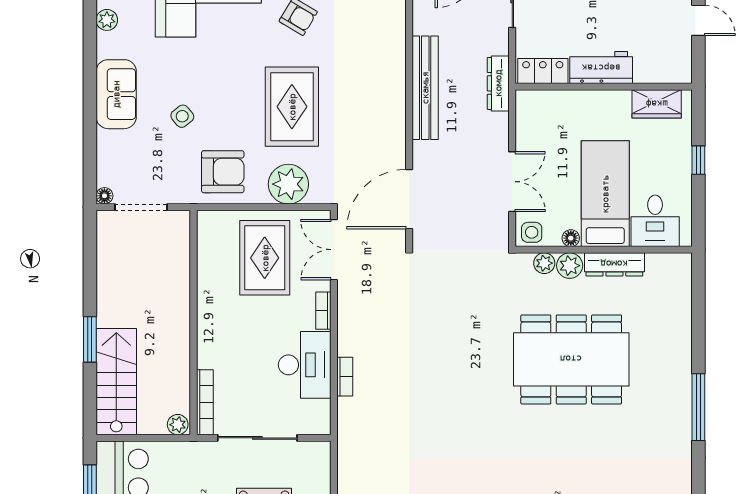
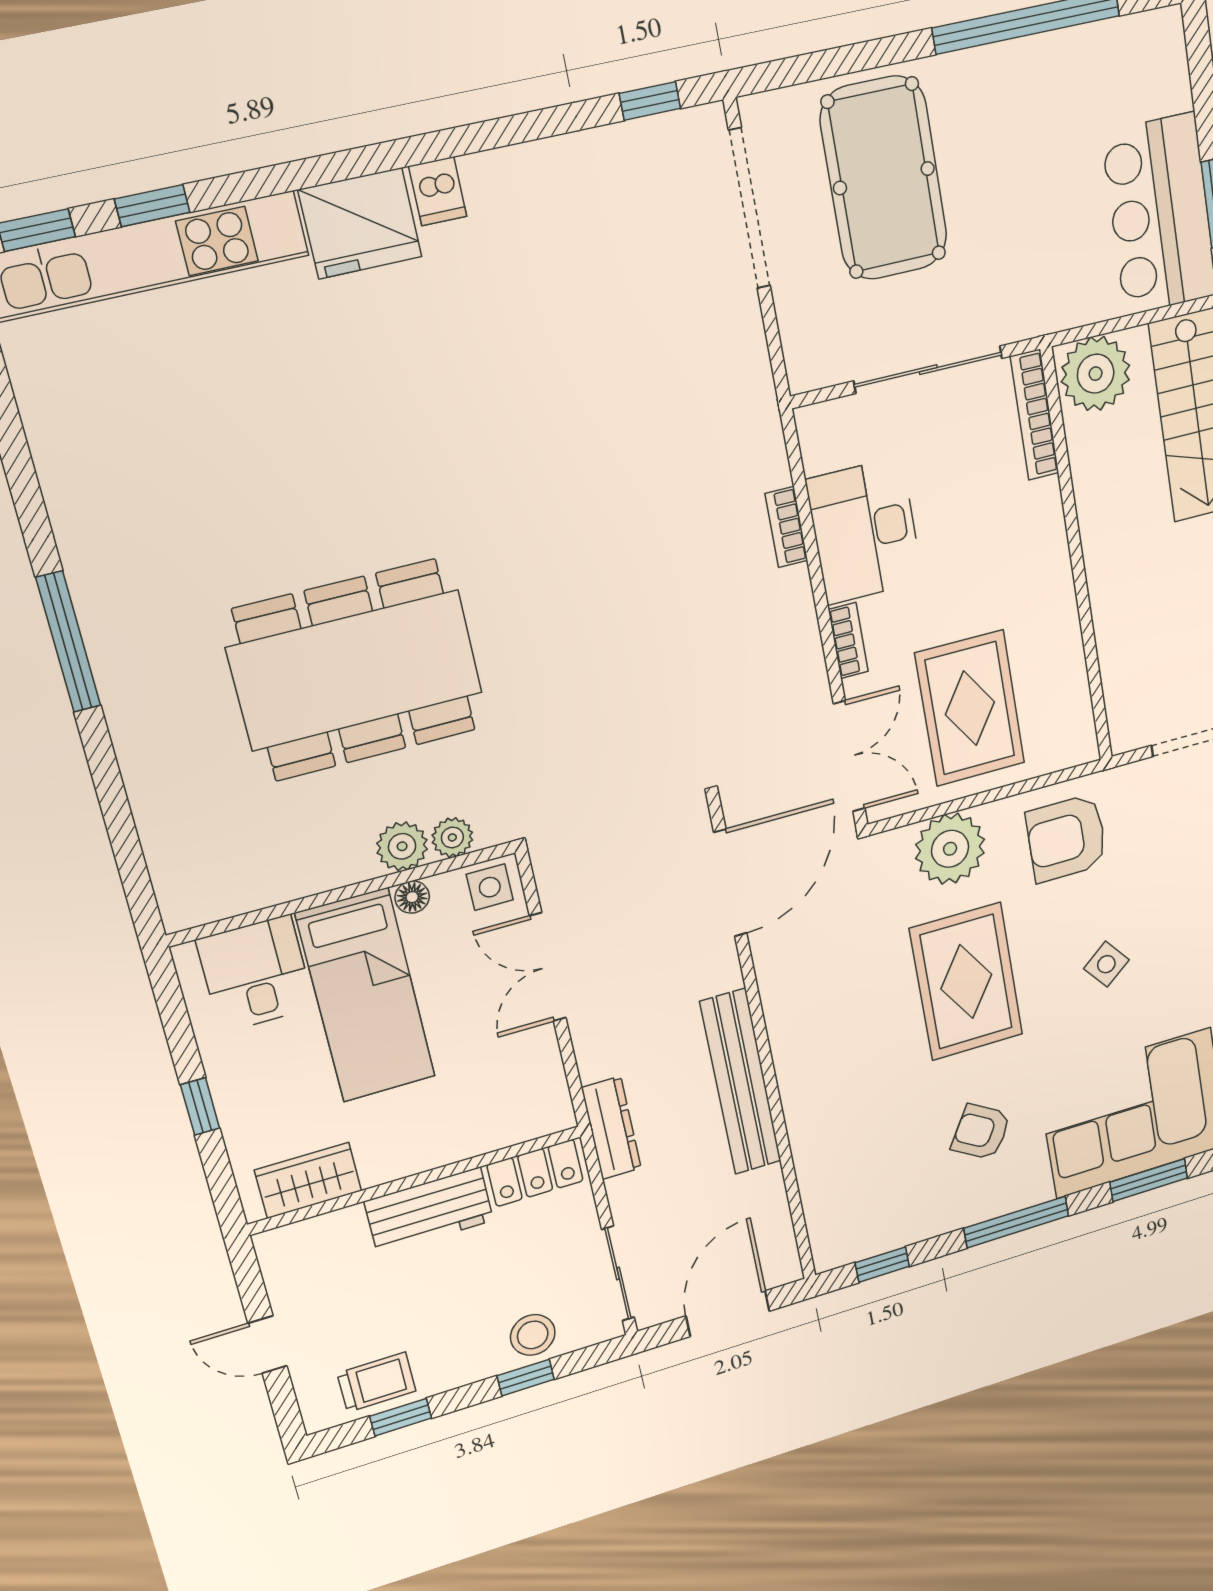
side table: (182, 116) -> (1106, 964), moved
dresser: (614, 264) -> (315, 872), removed
plant: (178, 425) -> (1096, 374), width x1.88, depth x1.88

